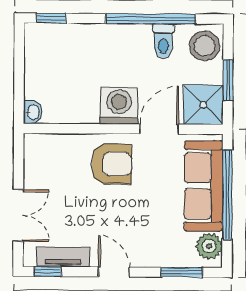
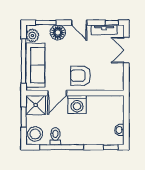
washbasin: (33, 112) -> (119, 130), moved
floor lamp: (157, 252) -> (58, 33), added

